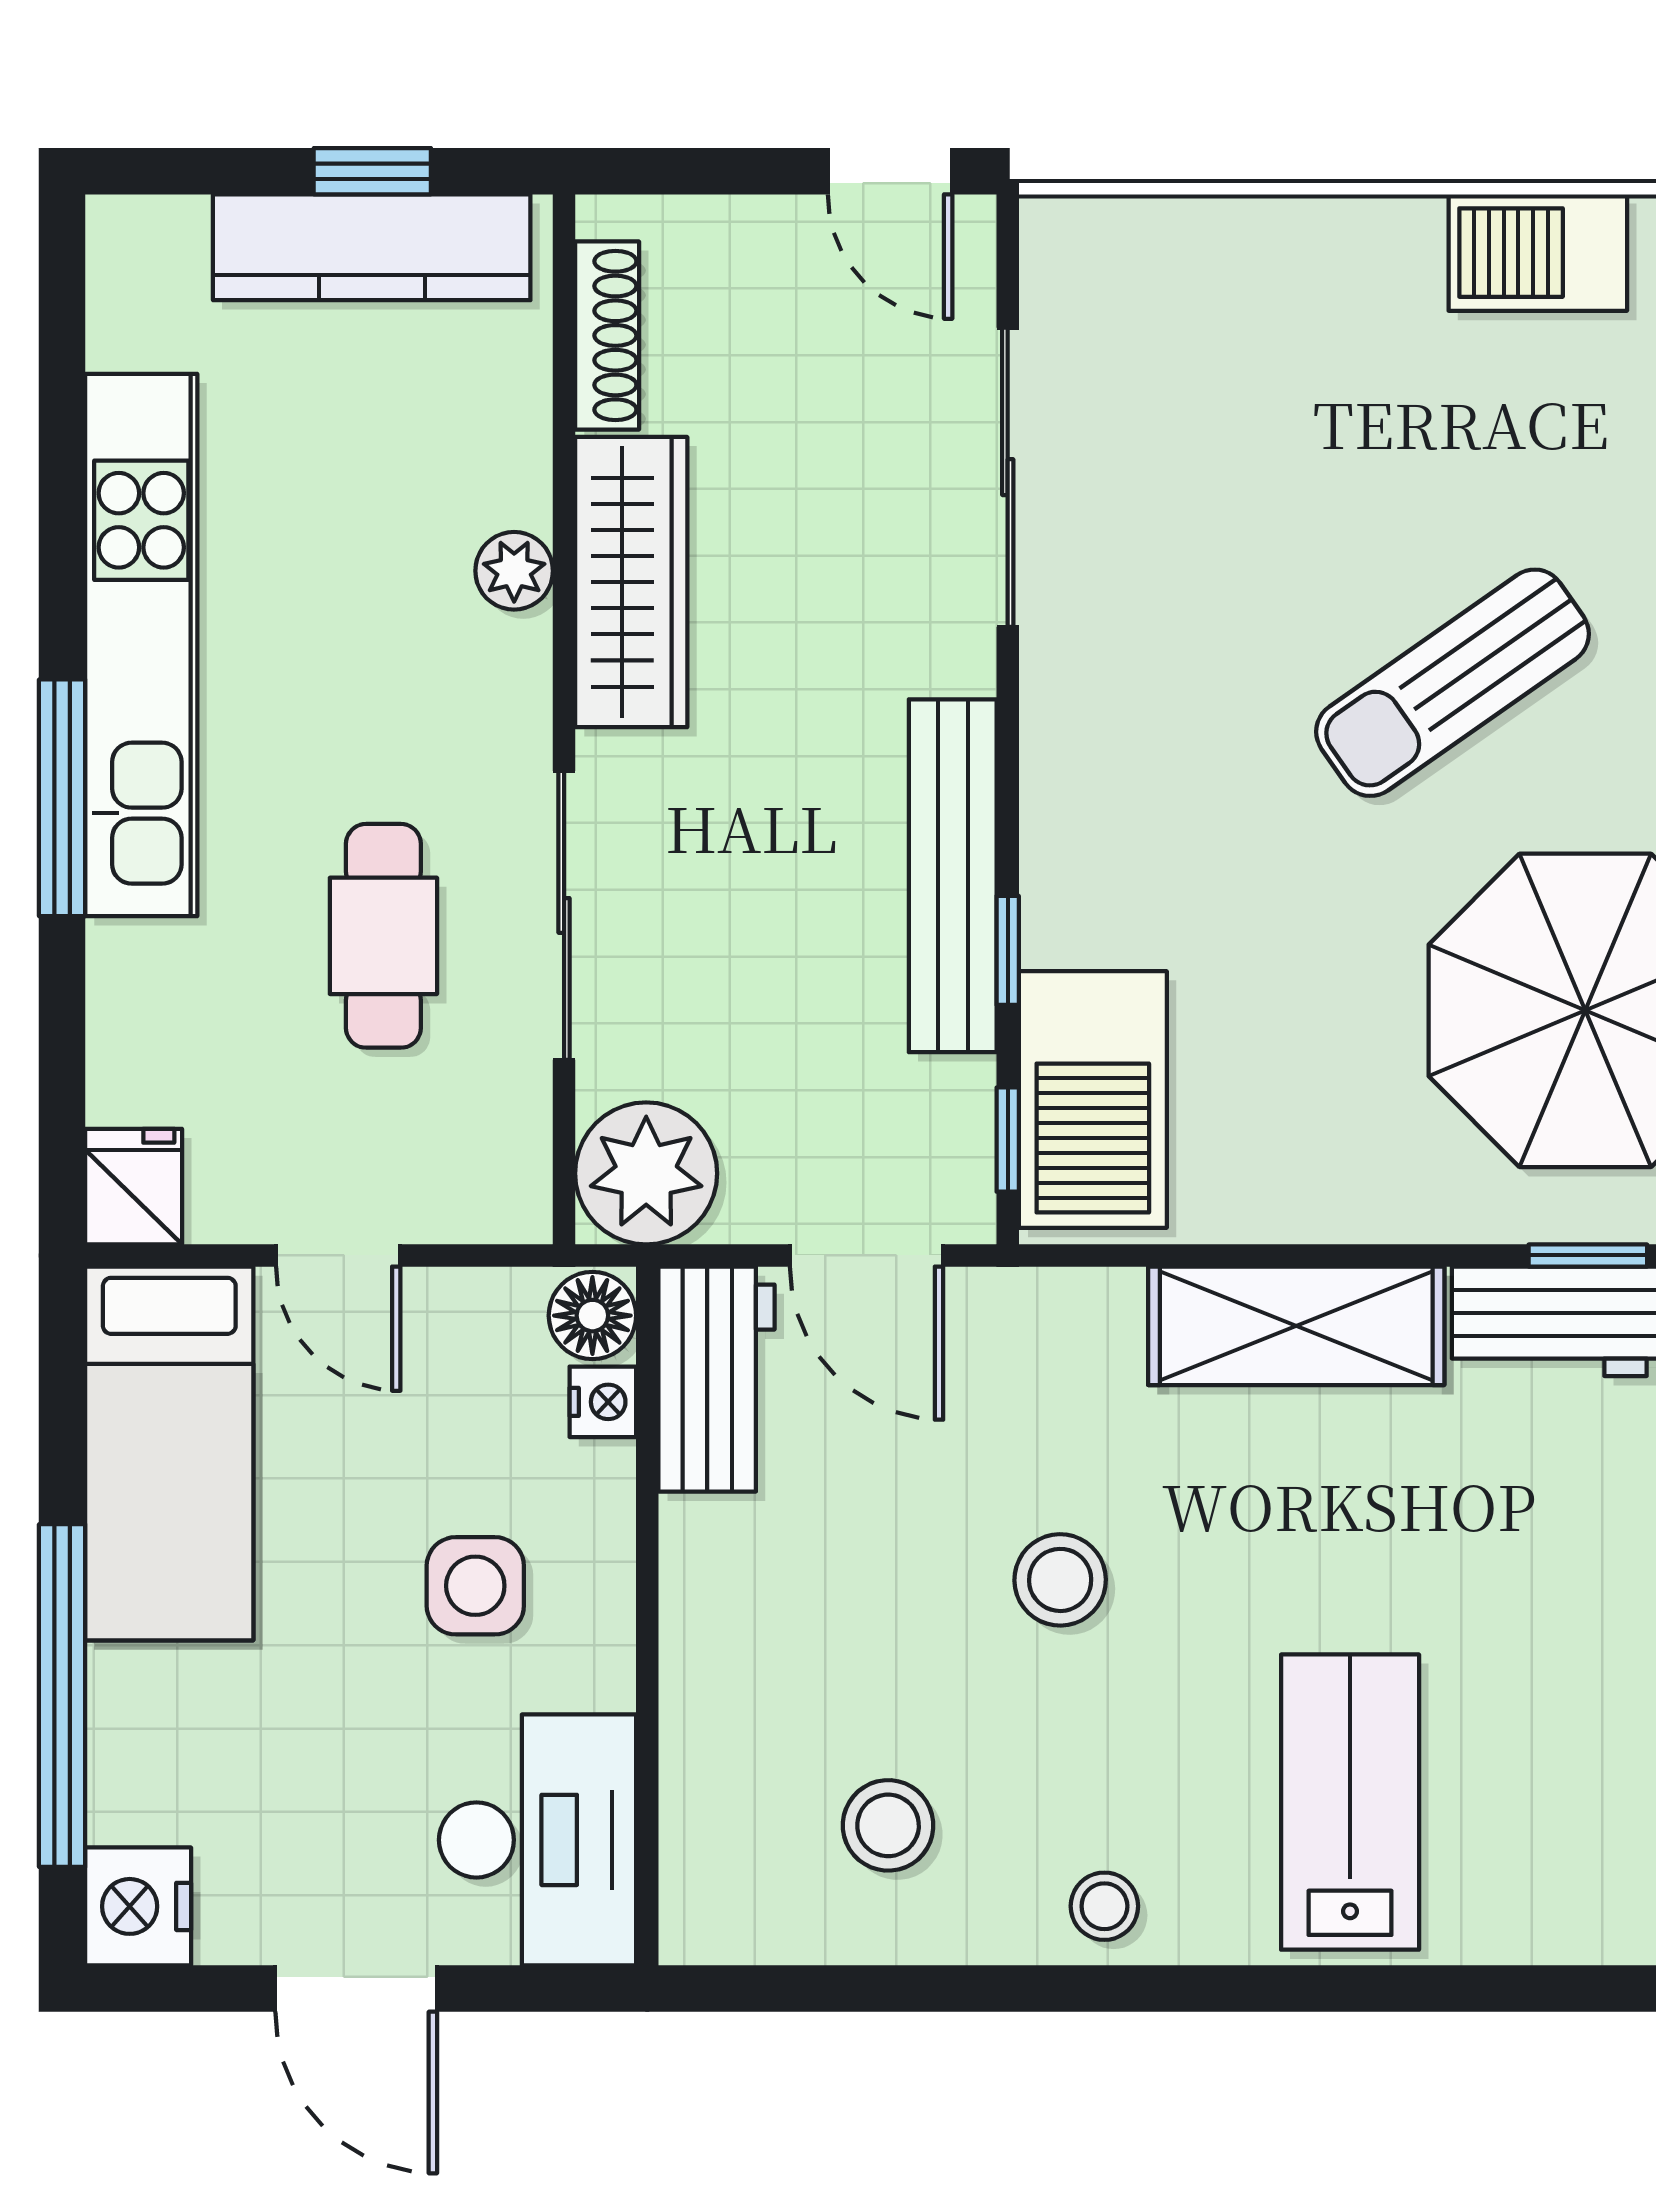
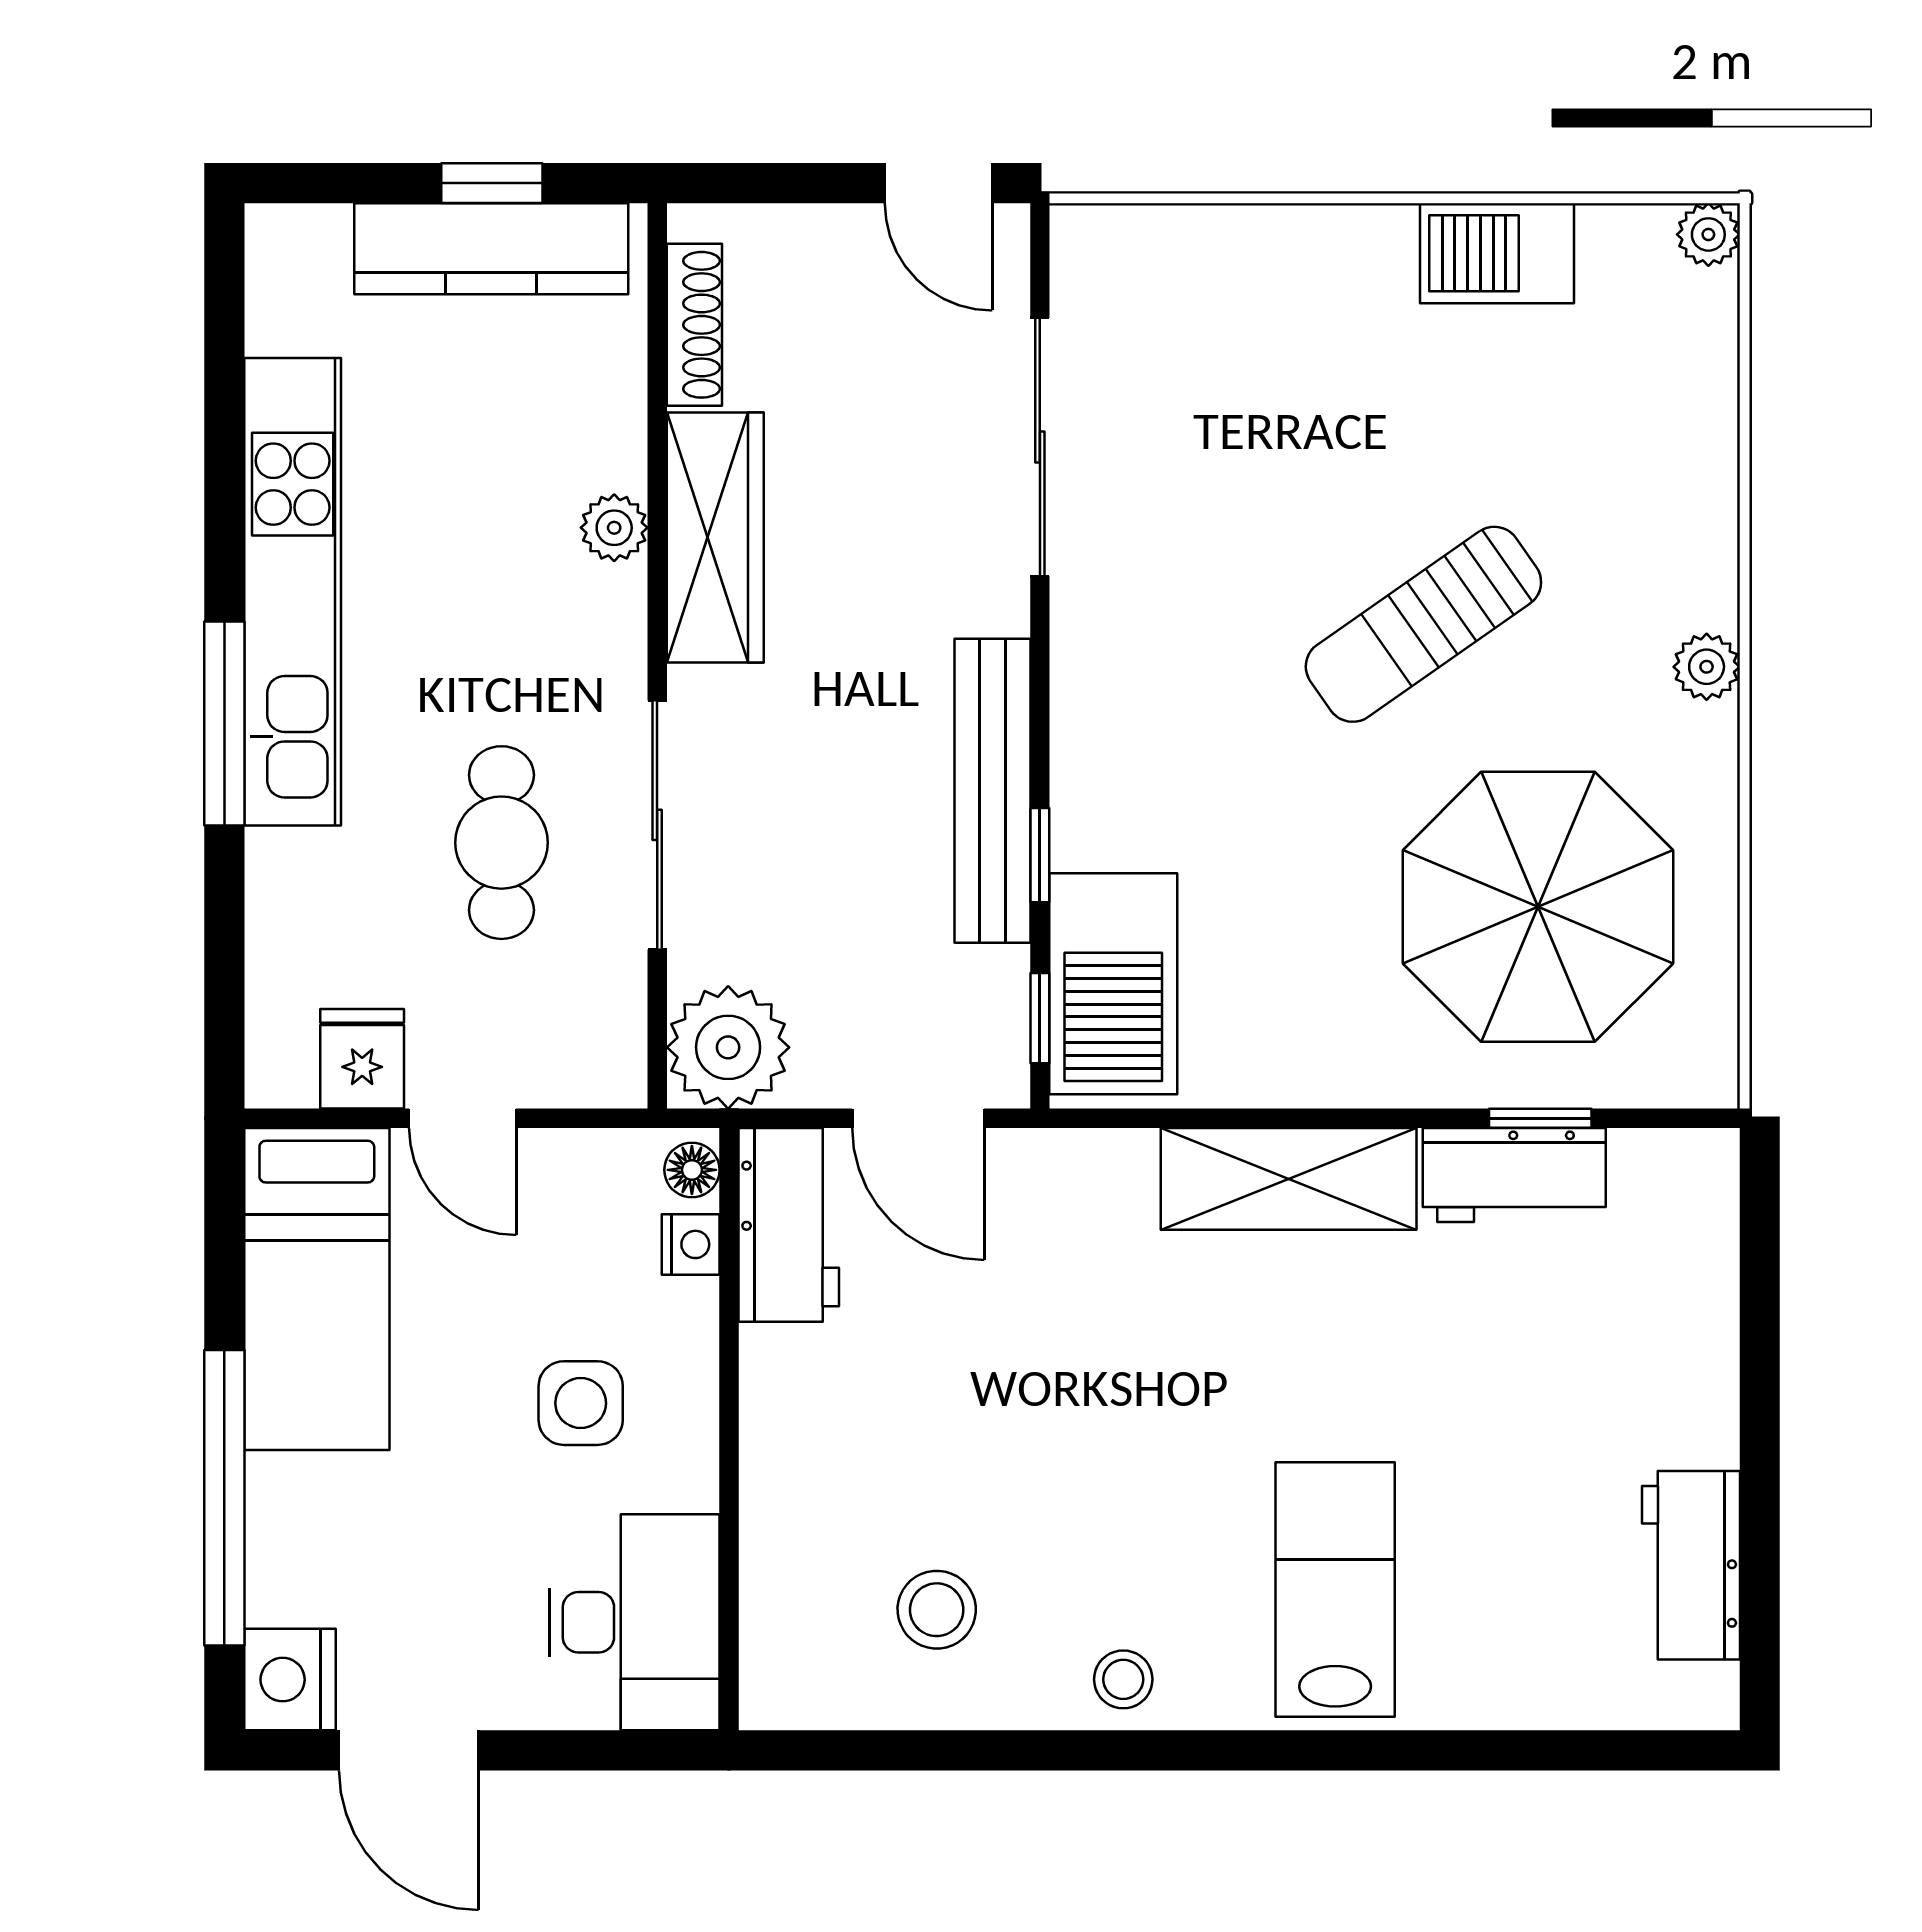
fridge: (134, 1187) -> (362, 1059), moved
floor lamp: (592, 1316) -> (692, 1170), width x0.73, depth x0.73
stool: (1060, 1580) -> (1085, 1398), removed
door: (356, 1989) -> (409, 1750), moved

